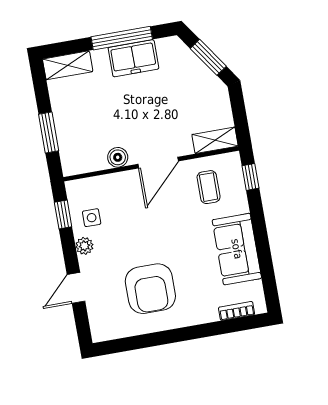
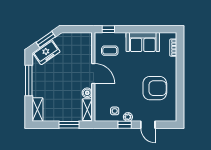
freezer: (133, 58) -> (46, 52), moved, turned 55
shelving: (215, 140) -> (87, 110), moved
window: (63, 215) -> (125, 125), moved

